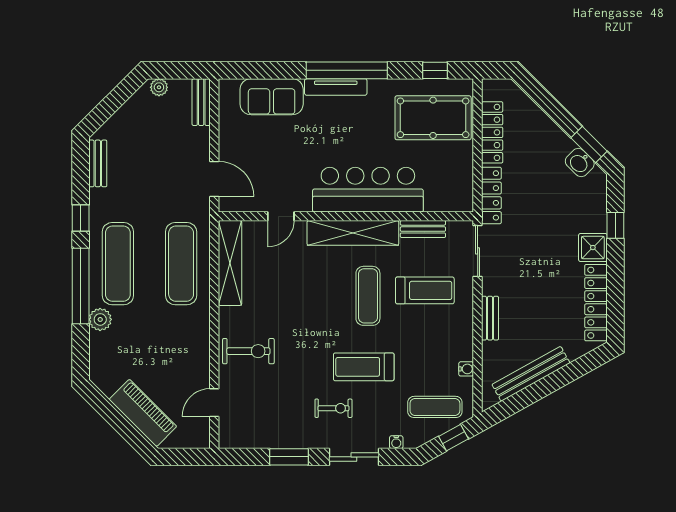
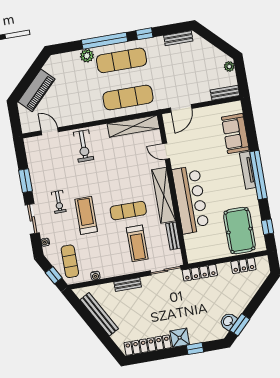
locker: (492, 132) -> (243, 266), width x0.66

